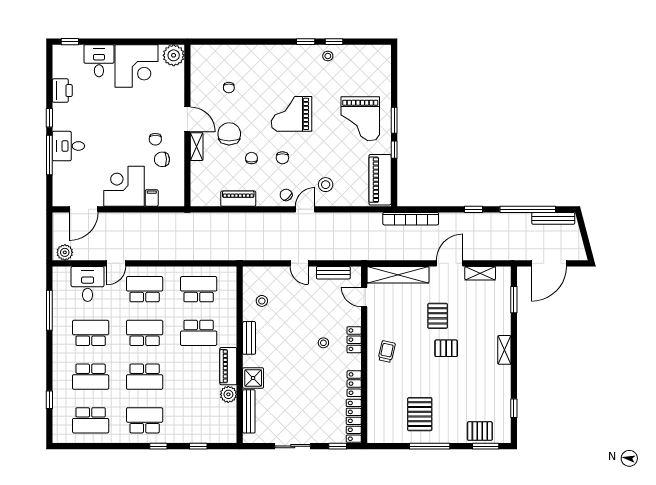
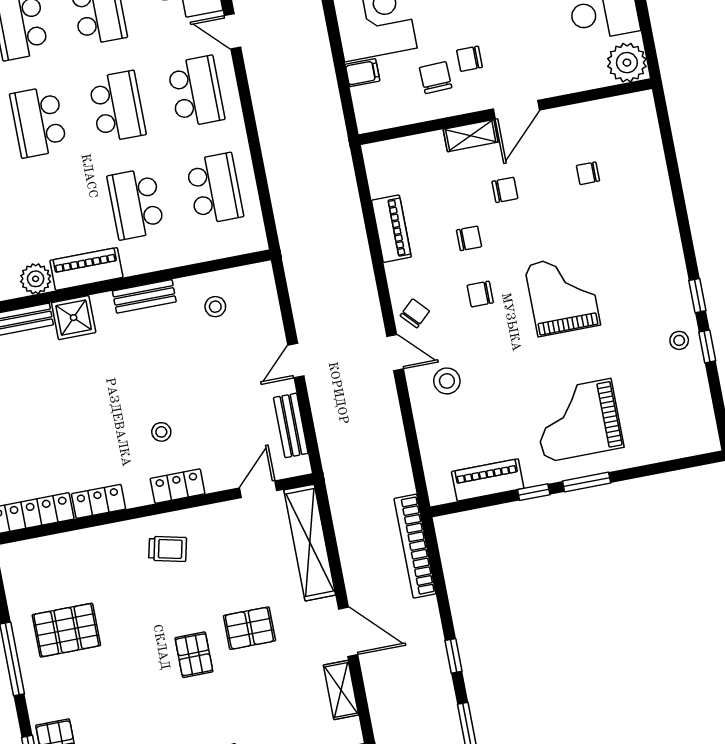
chair: (229, 134) -> (505, 190), width x0.54, depth x0.54
piano: (380, 180) -> (488, 480), width x0.73, depth x0.75

